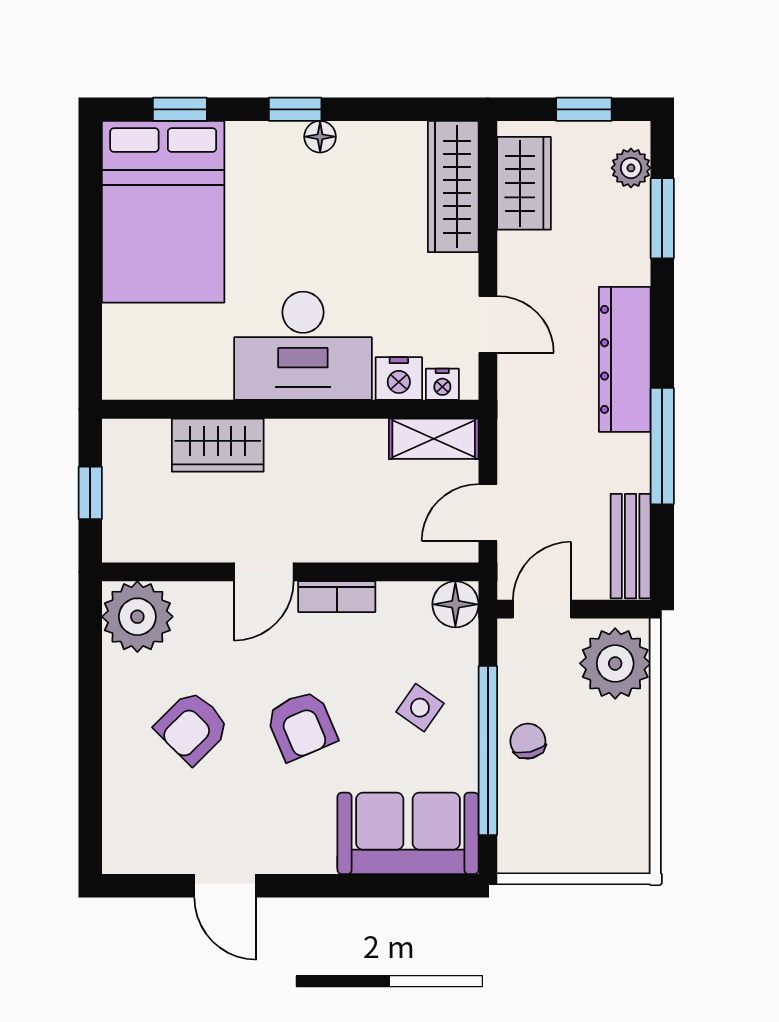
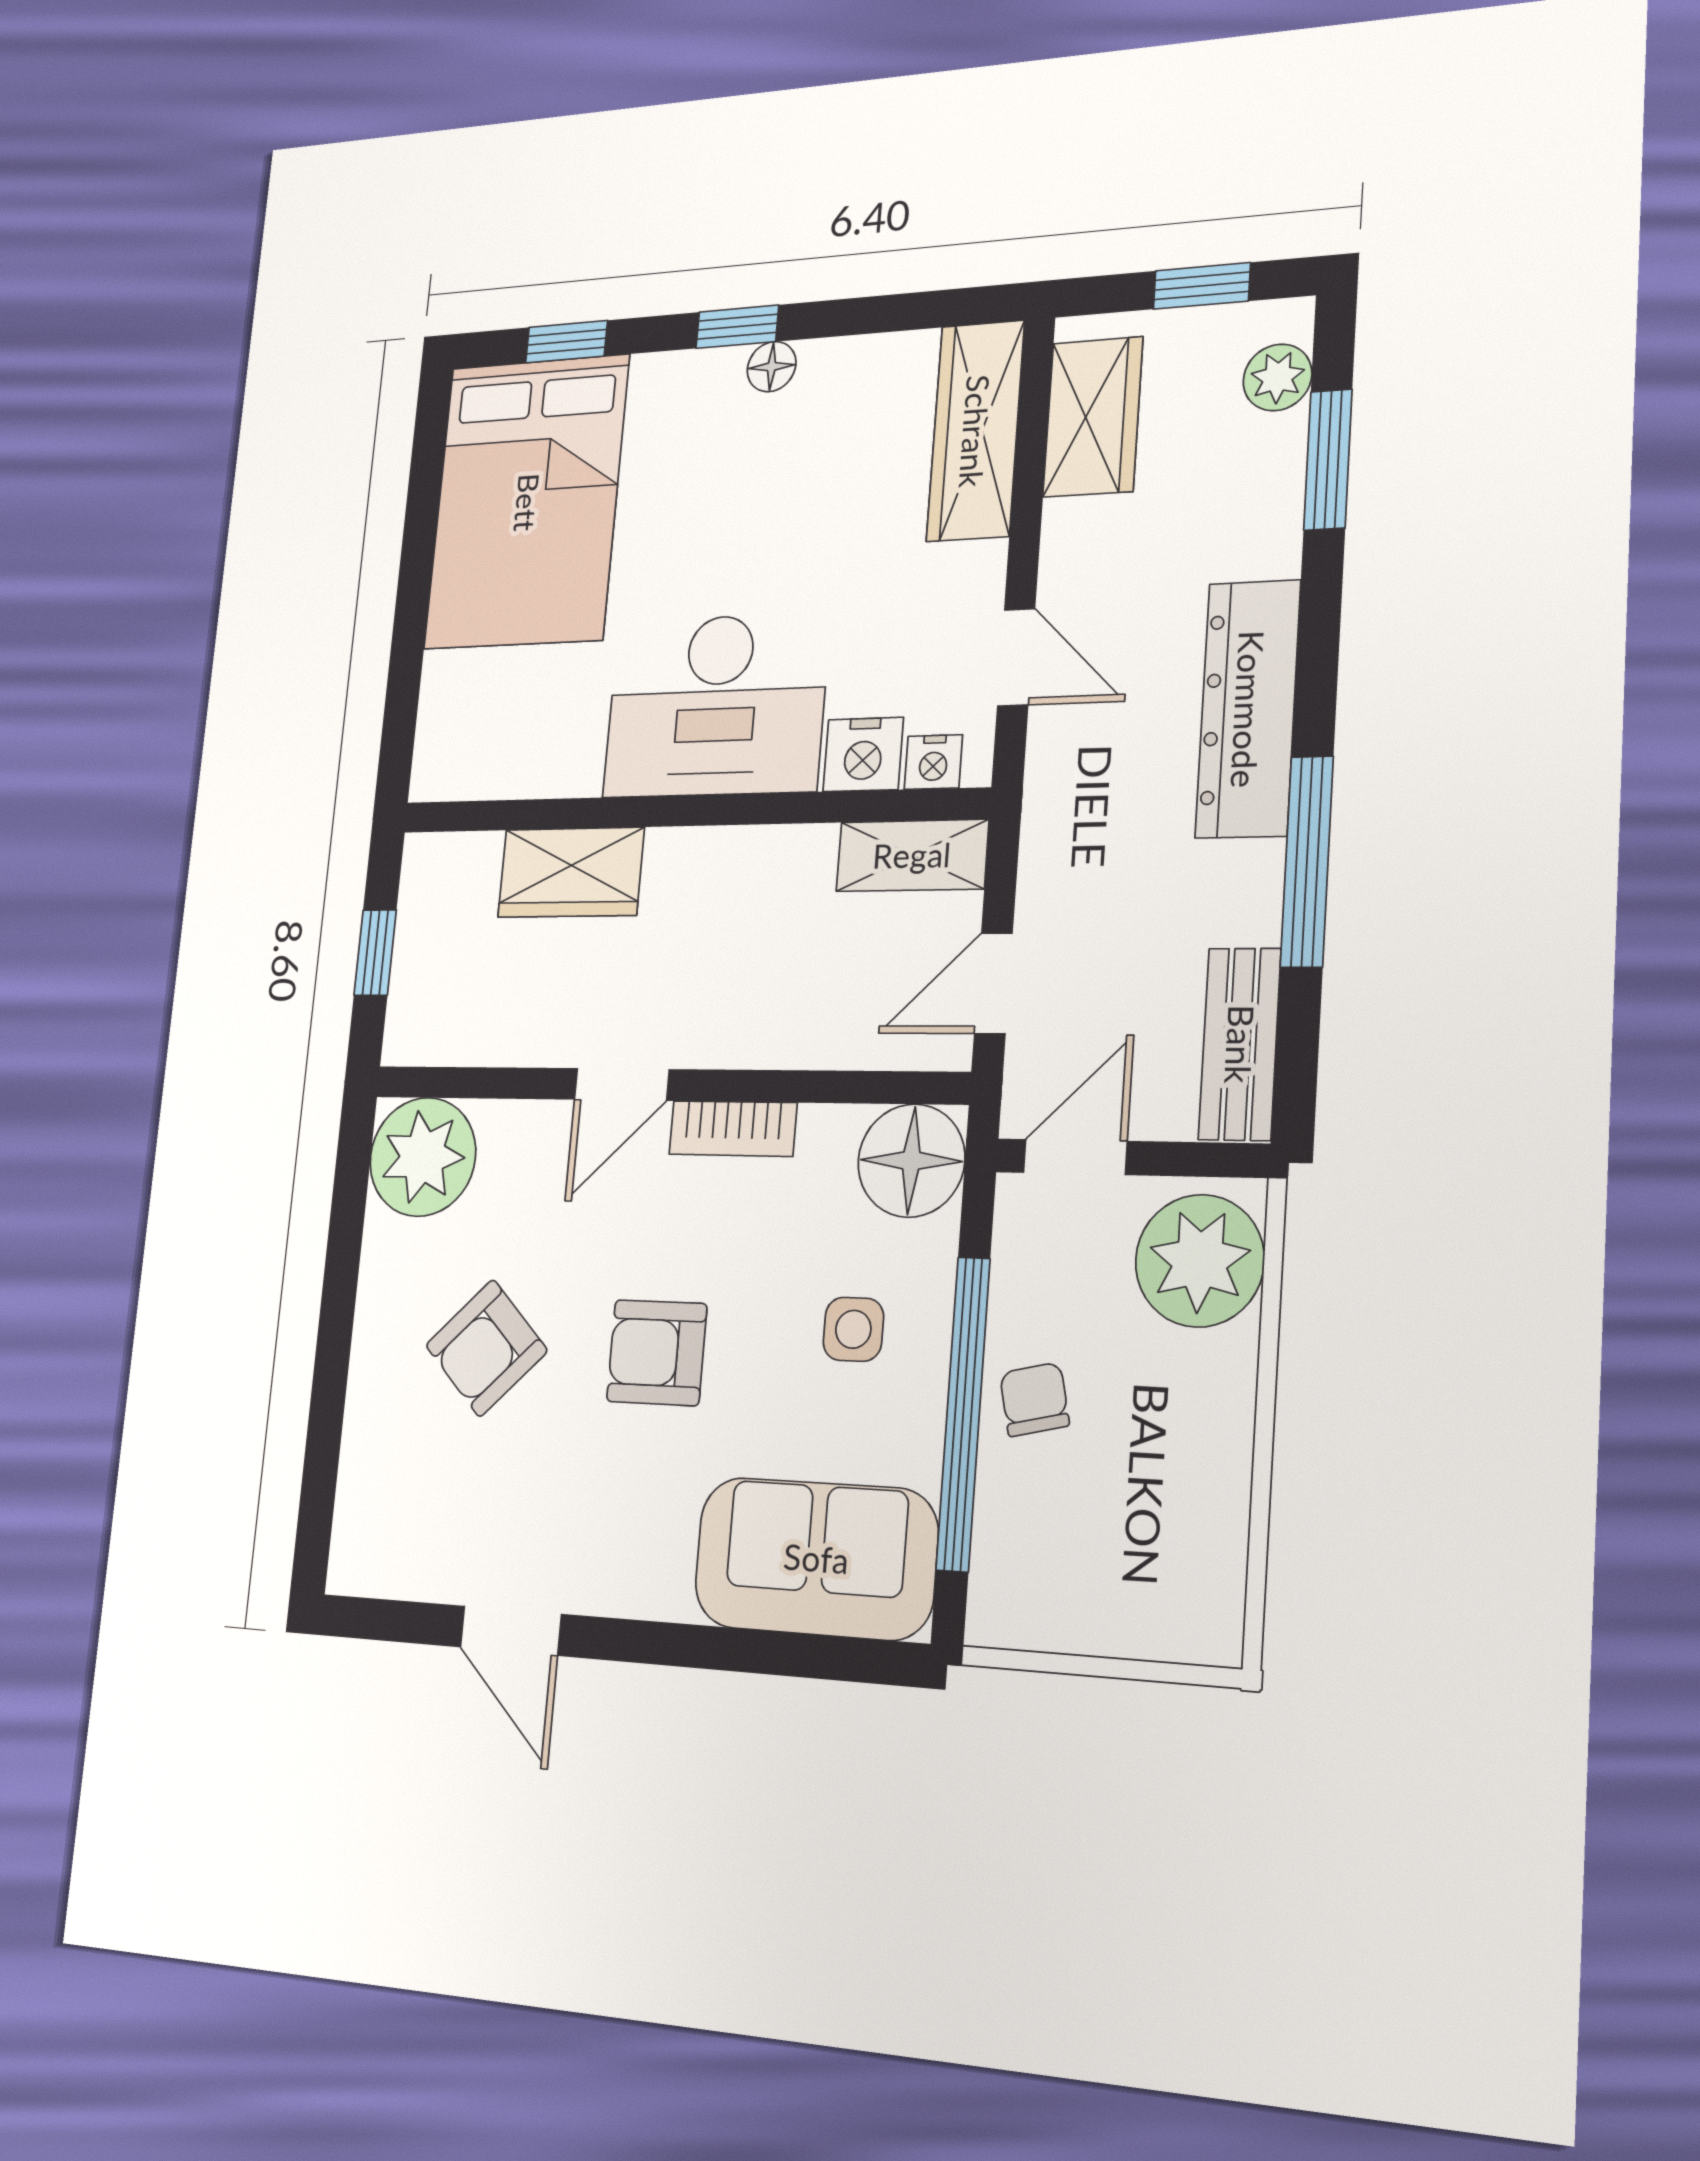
floor lamp: (455, 604) -> (911, 1161), width x1.38, depth x1.38
side table: (420, 708) -> (853, 1329), turned -35
armchair: (301, 725) -> (657, 1353), turned 113

